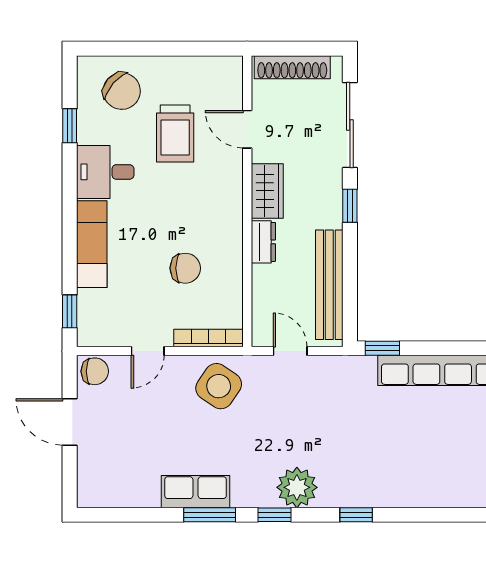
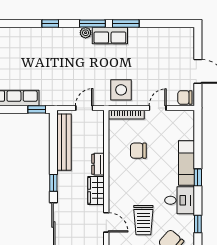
trolley: (175, 134) -> (143, 220), turned 180
window: (70, 311) -> (198, 177), moved
door: (290, 351) -> (84, 108), swing flipped
side table: (219, 386) -> (121, 90), turned -34
plant: (297, 487) -> (86, 33), width x0.53, depth x0.53
row of seats: (196, 492) -> (110, 35), moved
window: (275, 515) -> (92, 24), width x1.50

